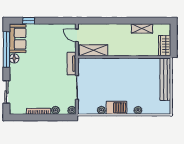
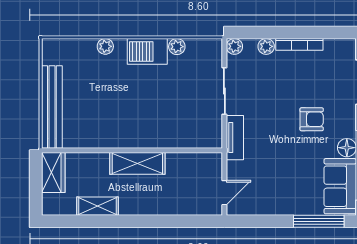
window: (29, 21) -> (319, 221), width x2.17
door: (77, 35) -> (224, 193), hinge flipped
shelving: (94, 50) -> (137, 163), moved
armchair: (32, 73) -> (312, 119), added

